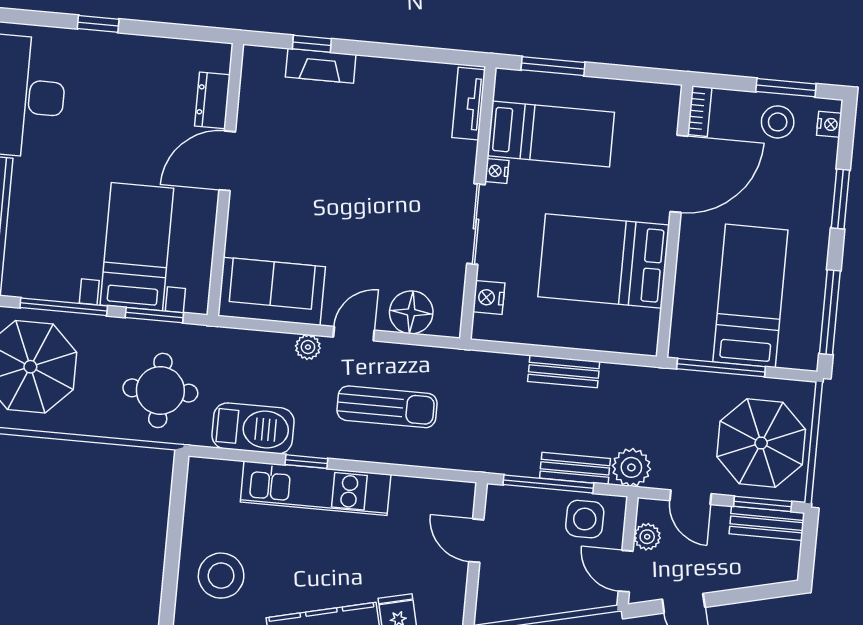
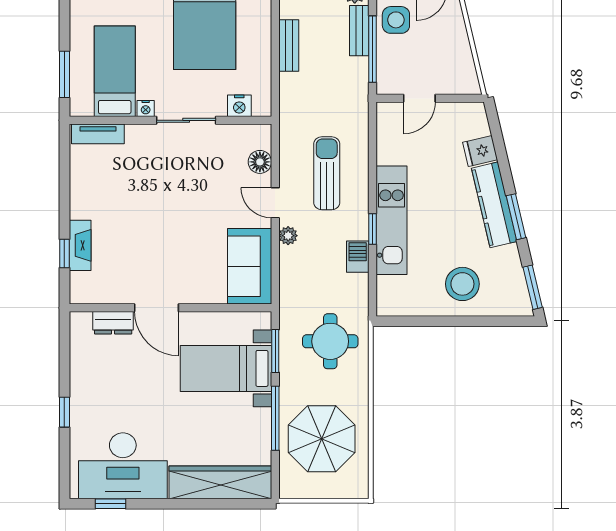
floor lamp: (411, 312) -> (260, 162), width x0.73, depth x0.73
barbecue: (253, 428) -> (358, 257), width x0.53, depth x0.65

